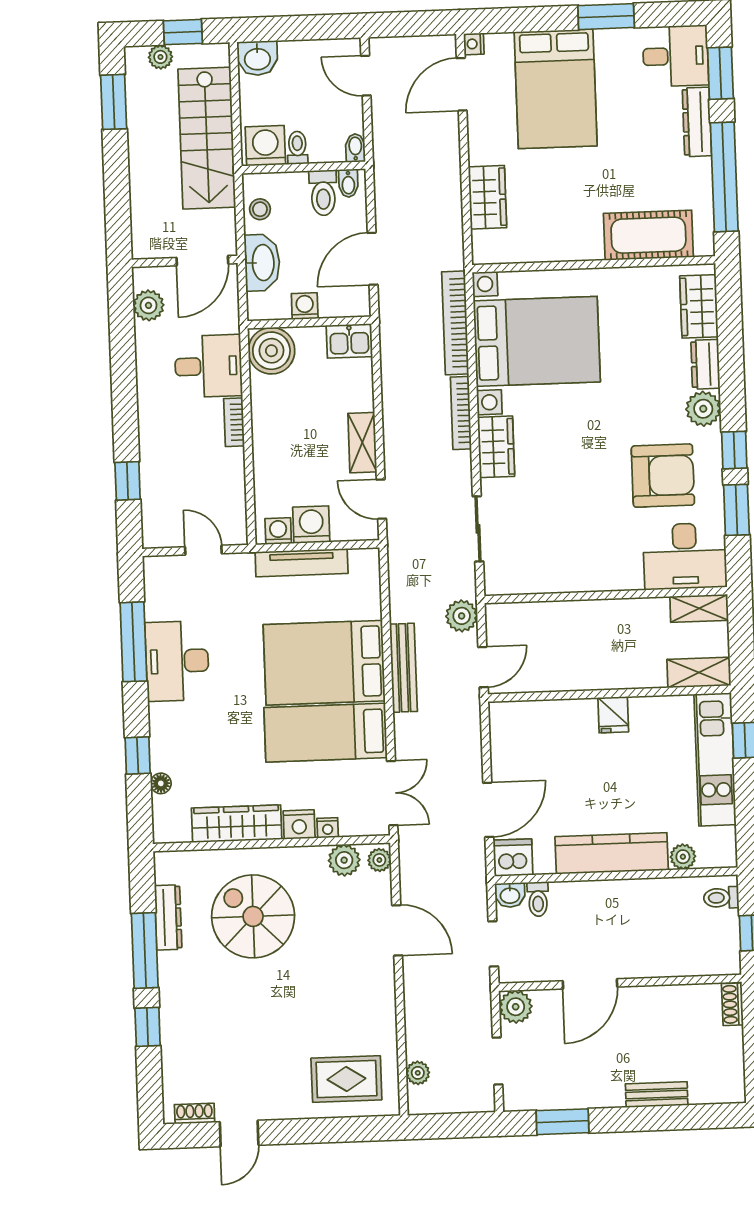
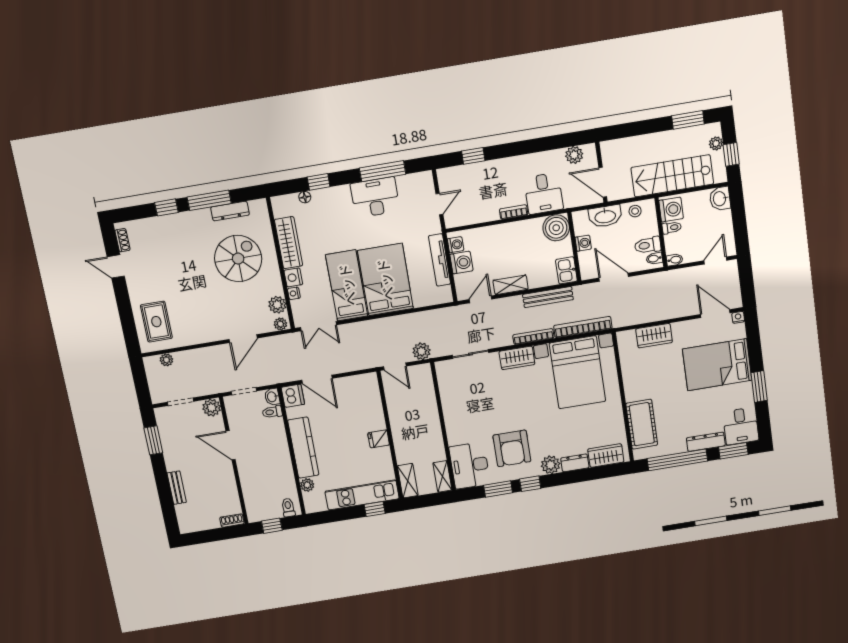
bench: (404, 668) -> (548, 297), moved

